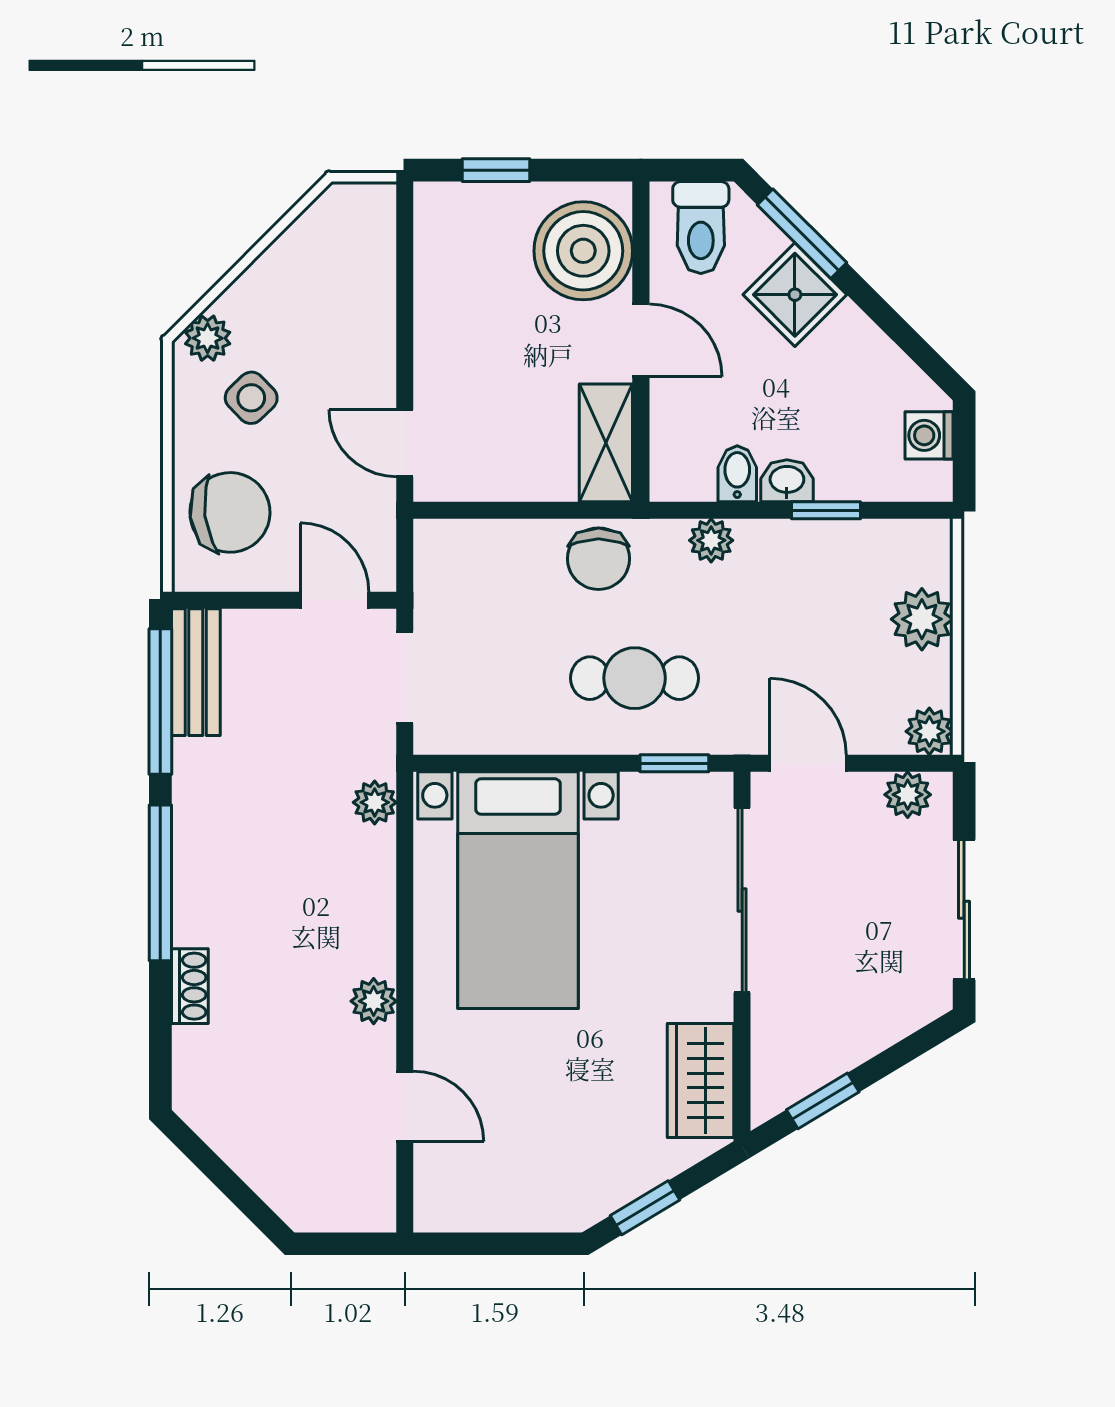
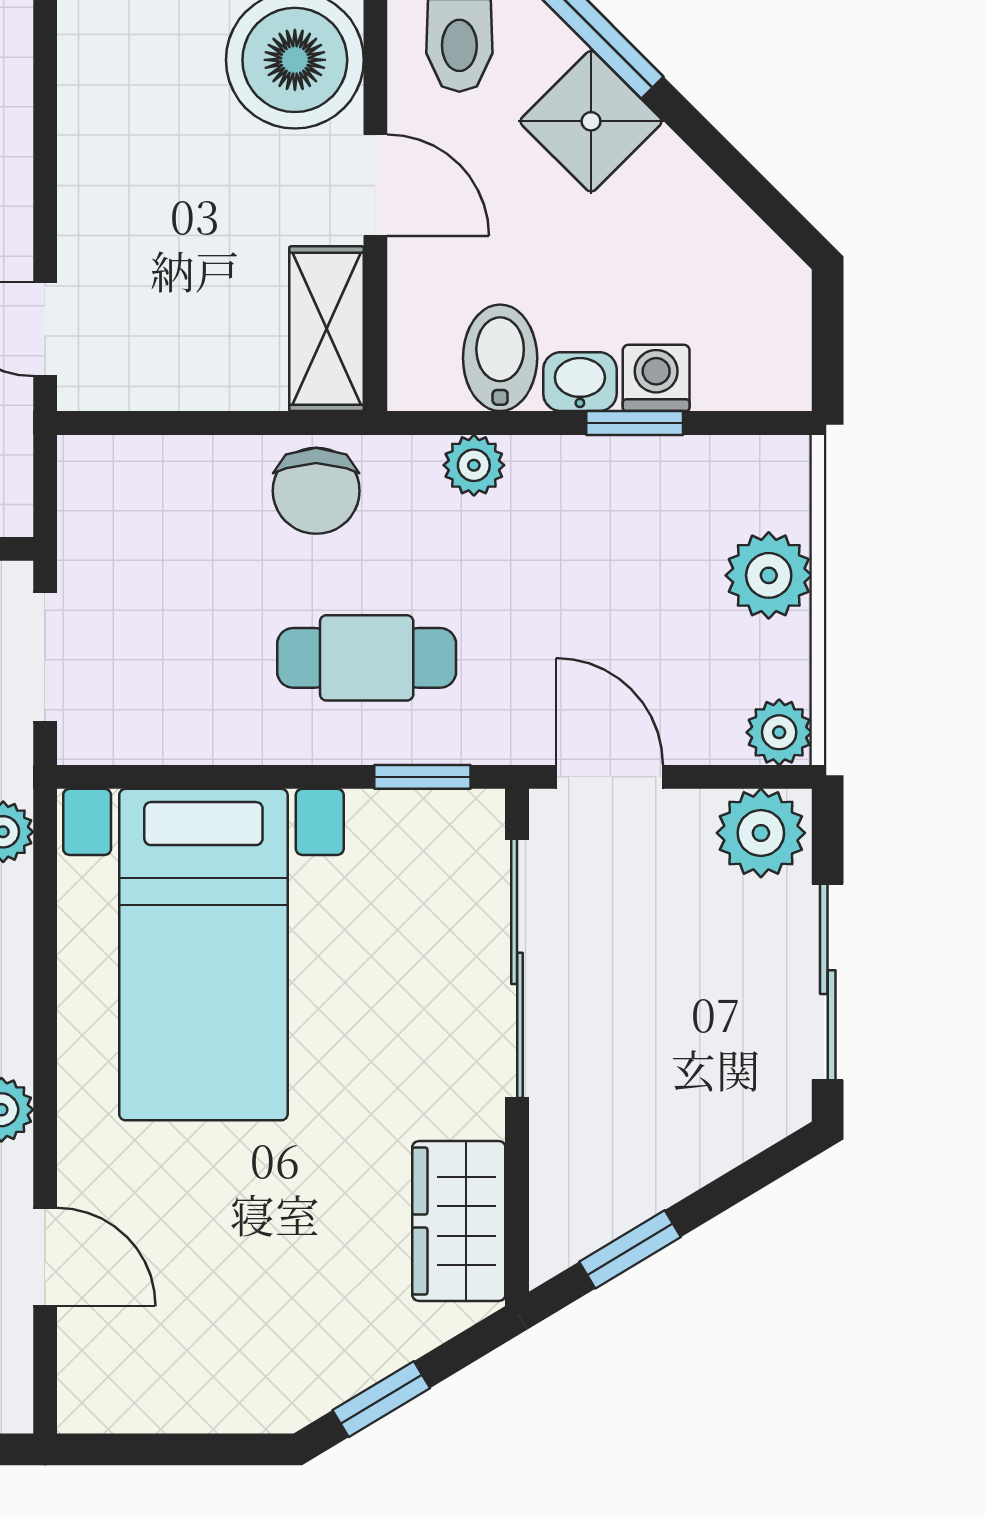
washing machine: (929, 435) -> (656, 378), moved, turned 90
bidet: (737, 474) -> (500, 358), width x1.38, depth x1.36
plant: (908, 795) -> (761, 833), width x1.38, depth x1.38

